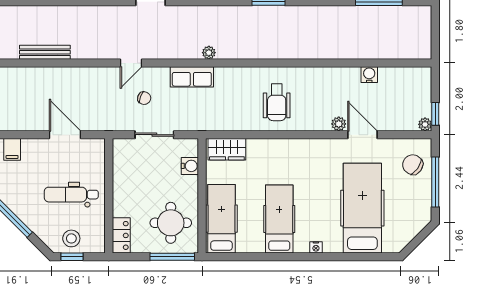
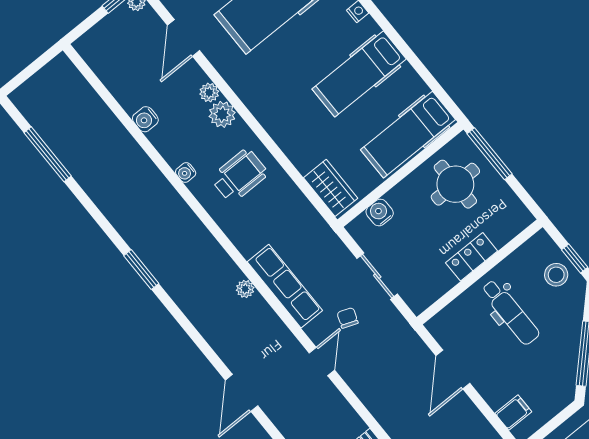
door: (131, 63) -> (322, 362), hinge flipped
water cooler: (304, 73) -> (186, 172), added
water cooler: (369, 75) -> (145, 119), moved
row of seats: (192, 77) -> (285, 286), width x1.48
plant: (320, 121) -> (222, 114), added
door: (362, 135) -> (184, 38), moved
locker: (121, 235) -> (472, 257), moved

